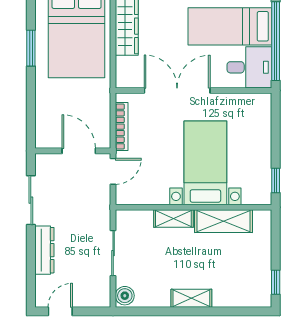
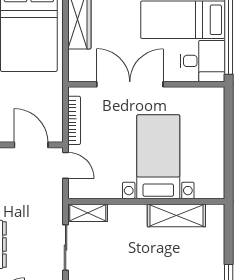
door: (113, 171) -> (66, 165), hinge flipped
window: (276, 181) -> (229, 175), removed
shelving: (173, 218) -> (88, 213), moved

